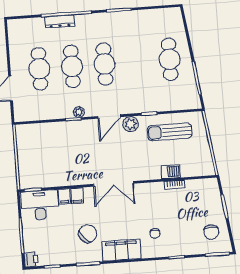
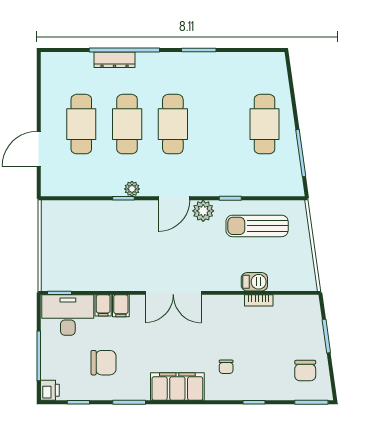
chair: (88, 234) -> (103, 363), moved, turned 42

